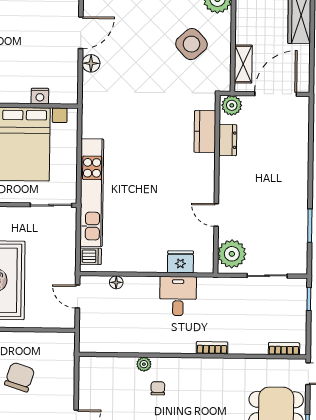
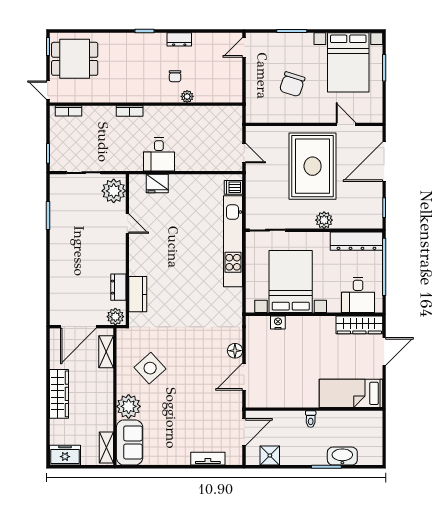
floor lamp: (116, 282) -> (211, 165), removed

